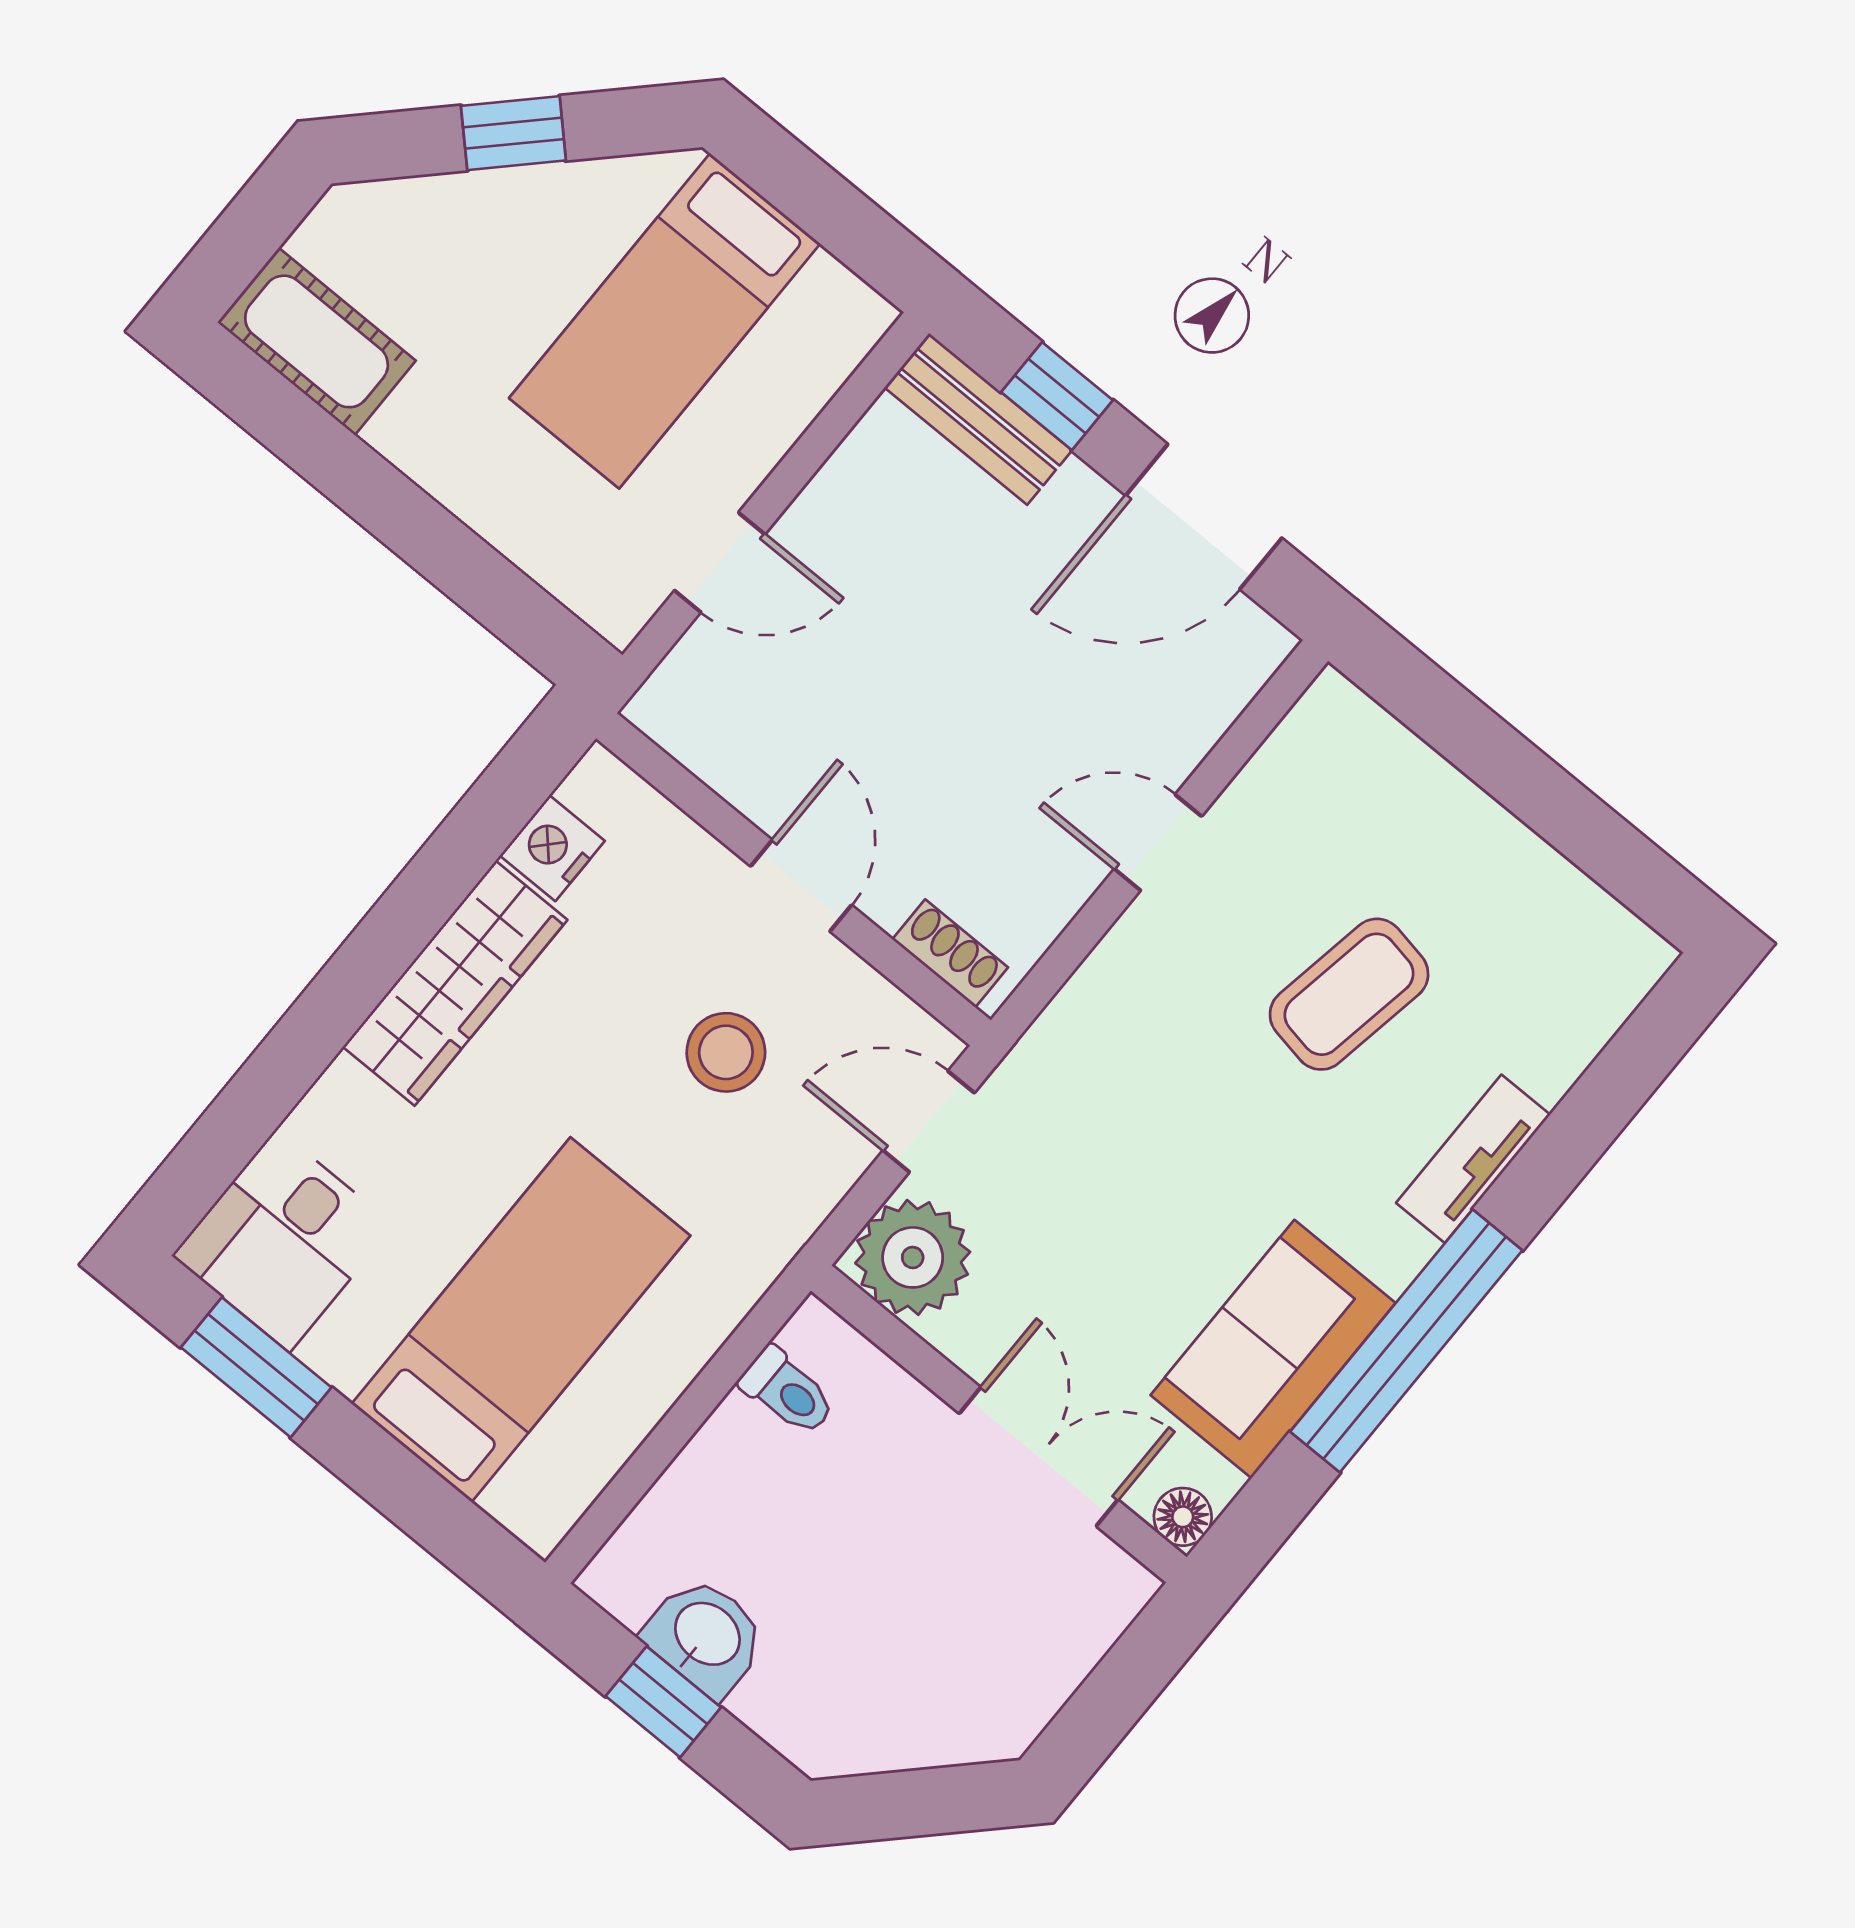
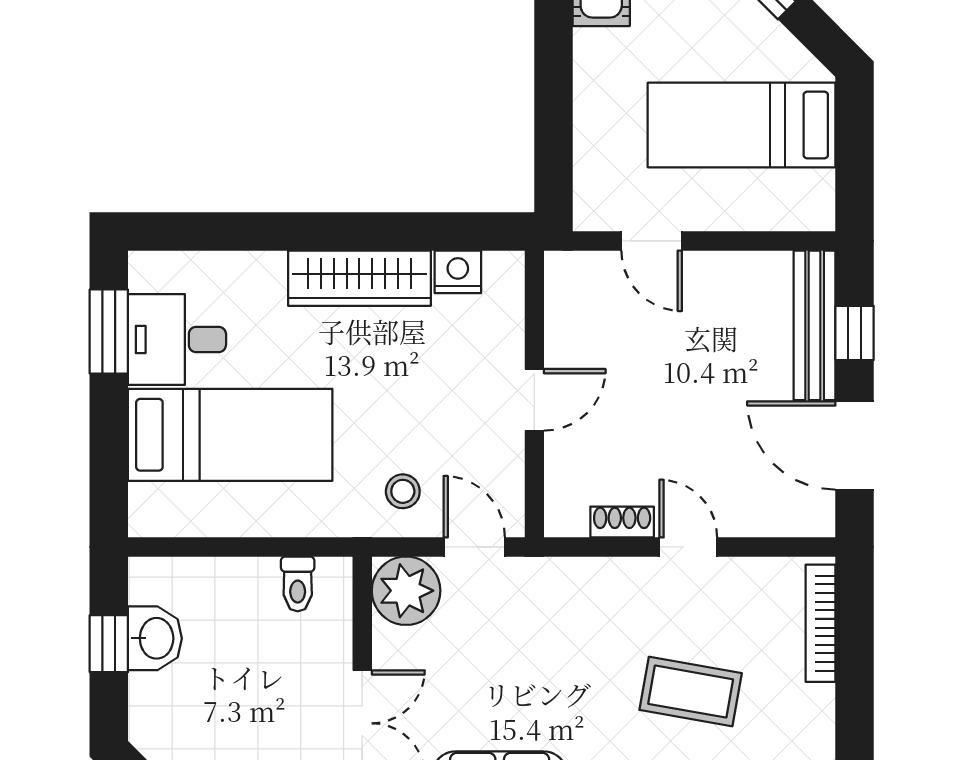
bench: (978, 419) -> (815, 325), width x1.36
bookcase: (1399, 752) -> (821, 623), added
shoe rack: (950, 953) -> (622, 522), moved, turned -90
stool: (726, 1052) -> (403, 491), moved, width x0.73, depth x0.73
desk: (283, 1240) -> (177, 340), moved

